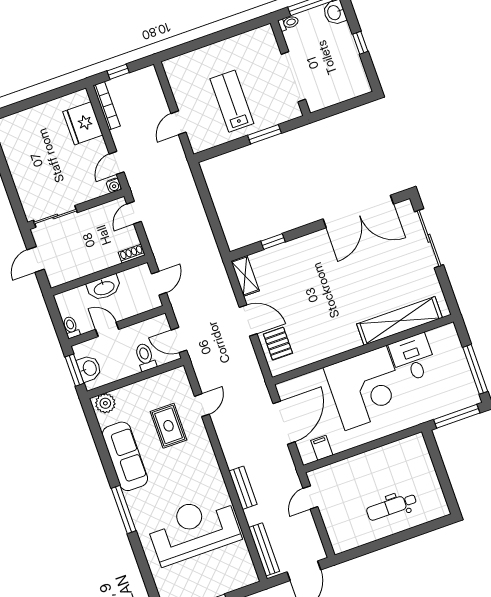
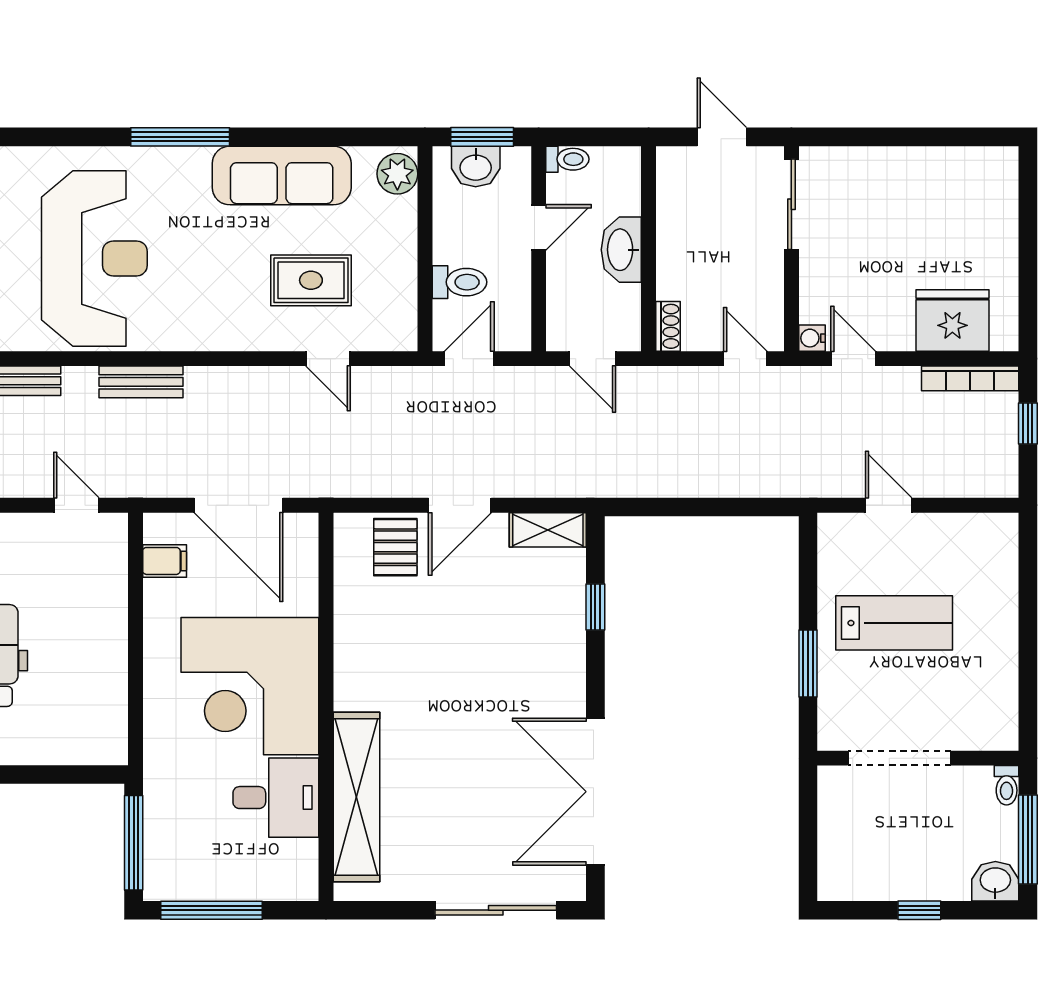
pallet: (278, 344) -> (395, 547), turned 90

